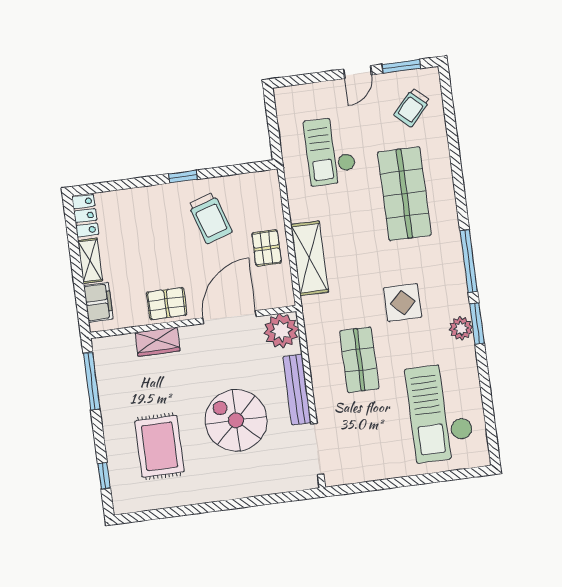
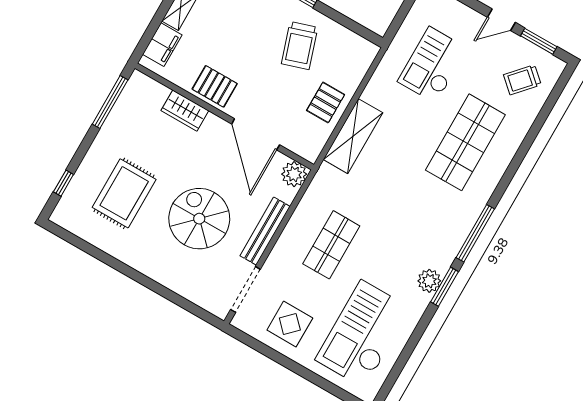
display table: (403, 302) -> (290, 324), moved
door: (229, 317) -> (256, 134), swing flipped
plant: (281, 331) -> (294, 174), width x0.73, depth x0.73

